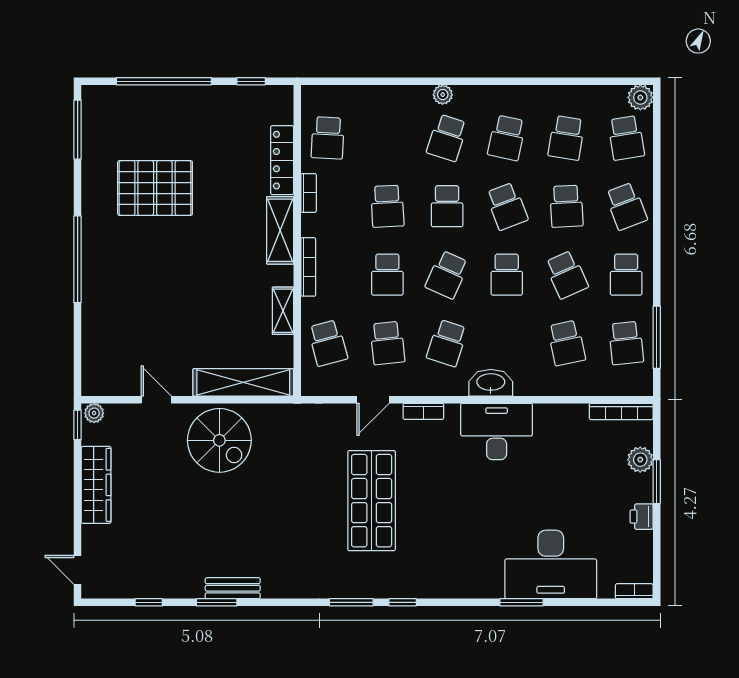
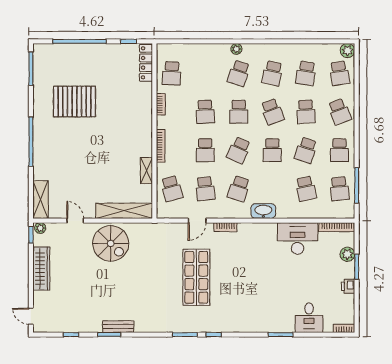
locker: (282, 160) -> (146, 63), moved
shelving: (280, 230) -> (41, 200), moved
school desk: (566, 275) -> (306, 150), turned 42
desk: (497, 431) -> (298, 238), moved
desk: (551, 564) -> (309, 318), width x0.53, depth x0.77

